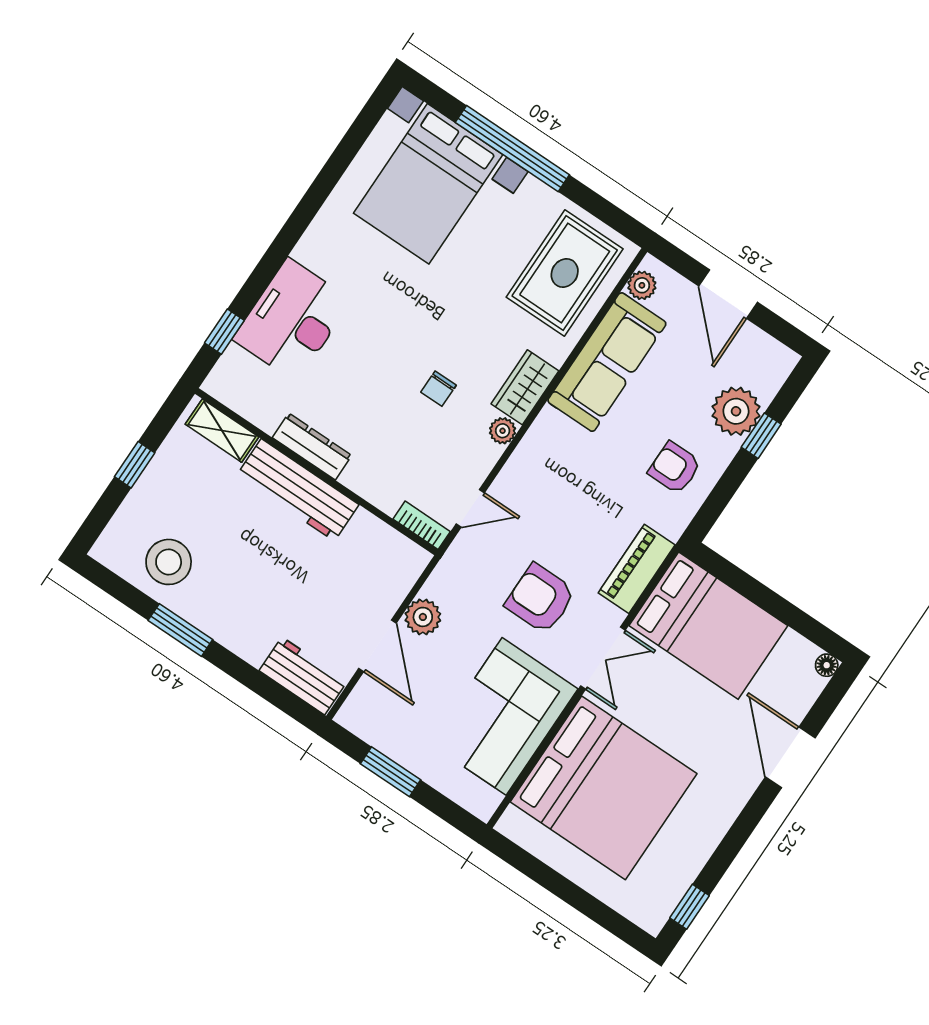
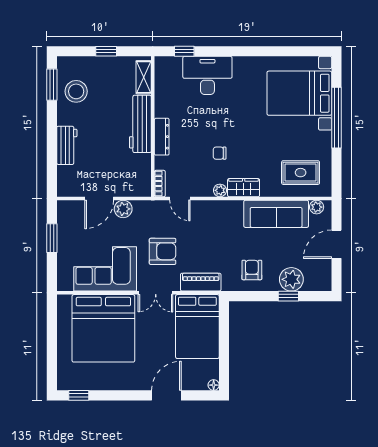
rug: (565, 273) -> (301, 173), width x0.73, depth x0.70
dresser: (312, 447) -> (162, 137), moved
armchair: (540, 599) -> (163, 251), turned 90
window: (180, 630) -> (52, 85), moved
workbench: (303, 676) -> (67, 145), moved

